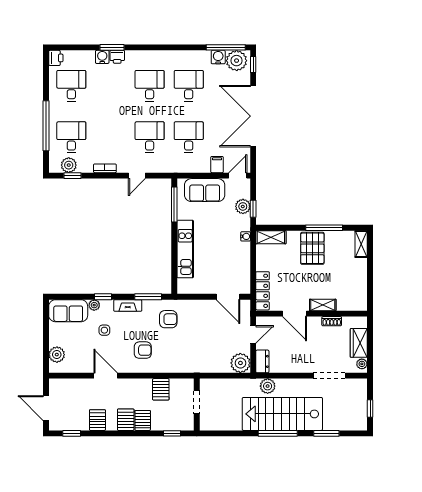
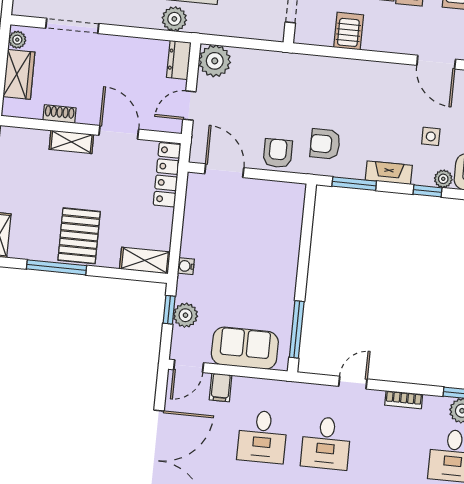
kitchen unit: (185, 249) -> (286, 255), removed
armchair: (143, 350) -> (278, 153), moved, turned 90

